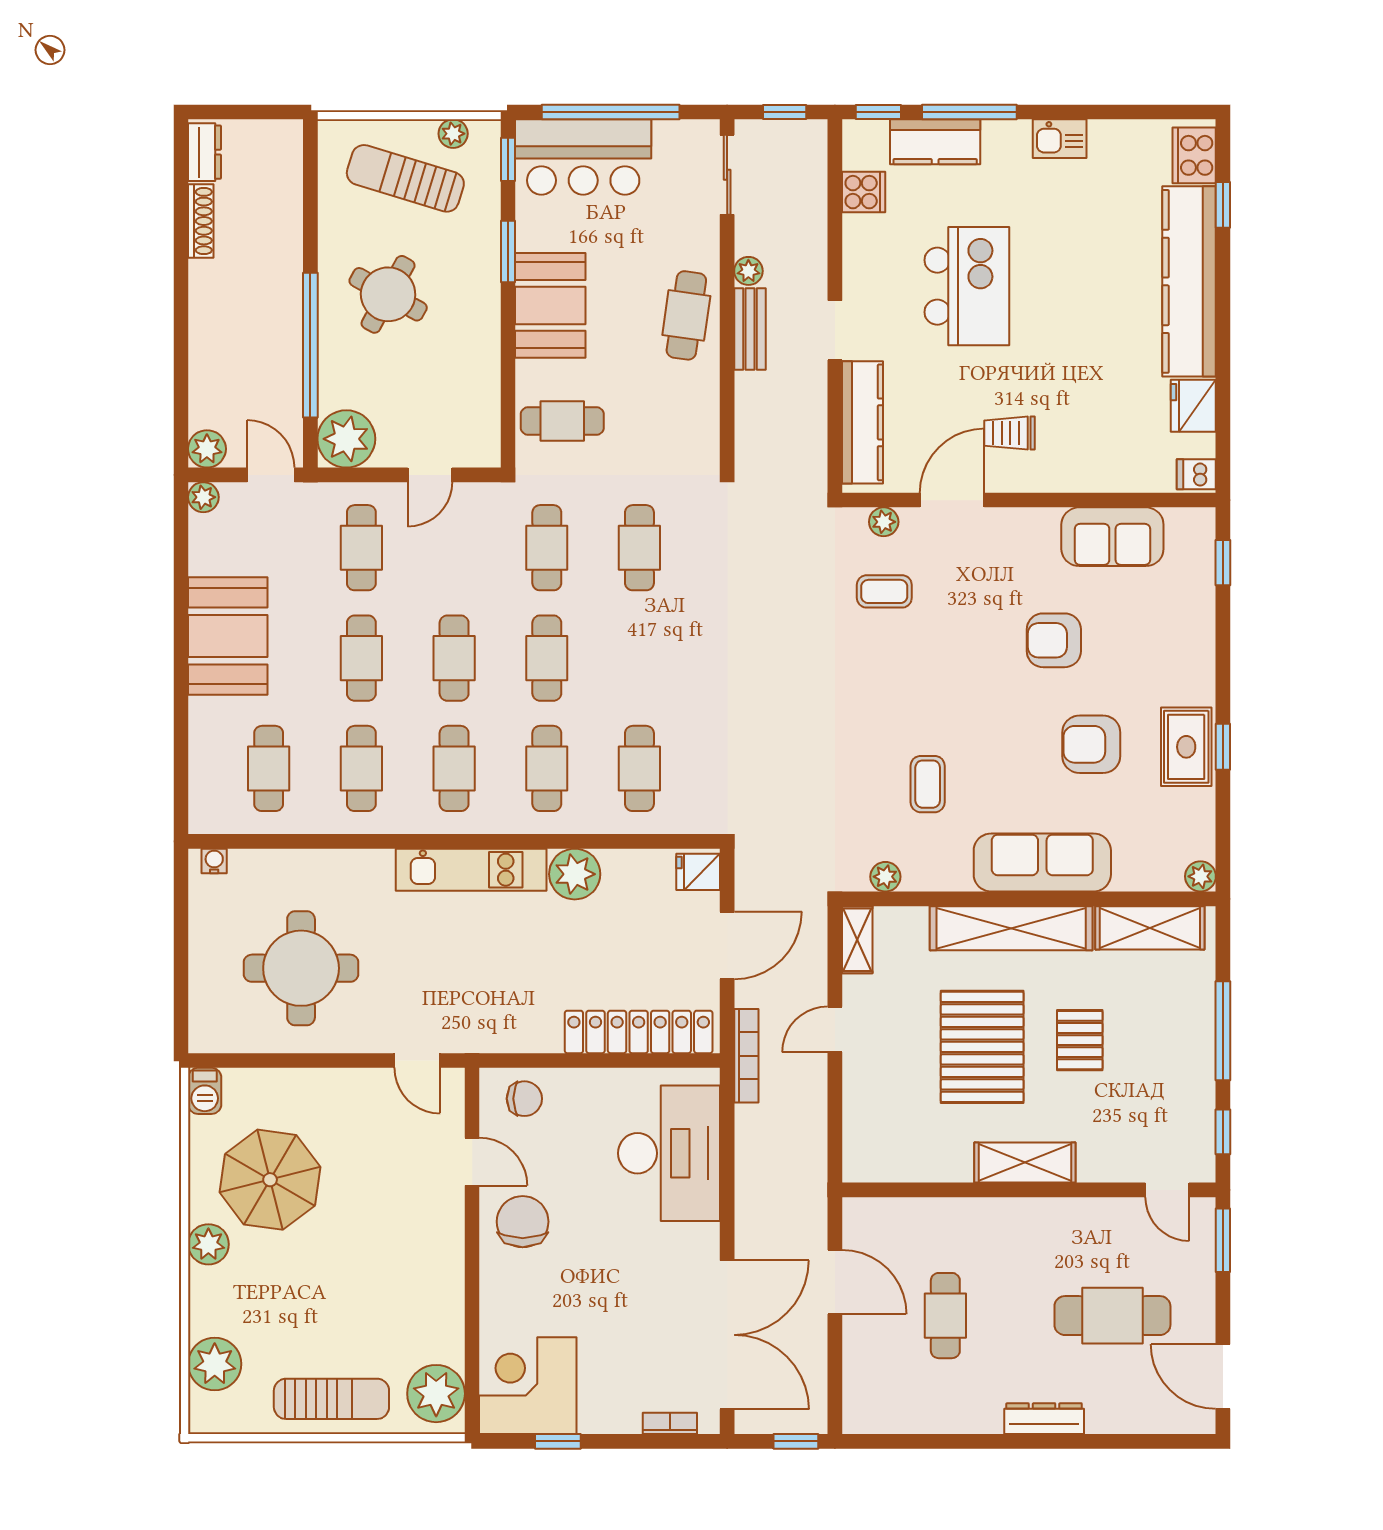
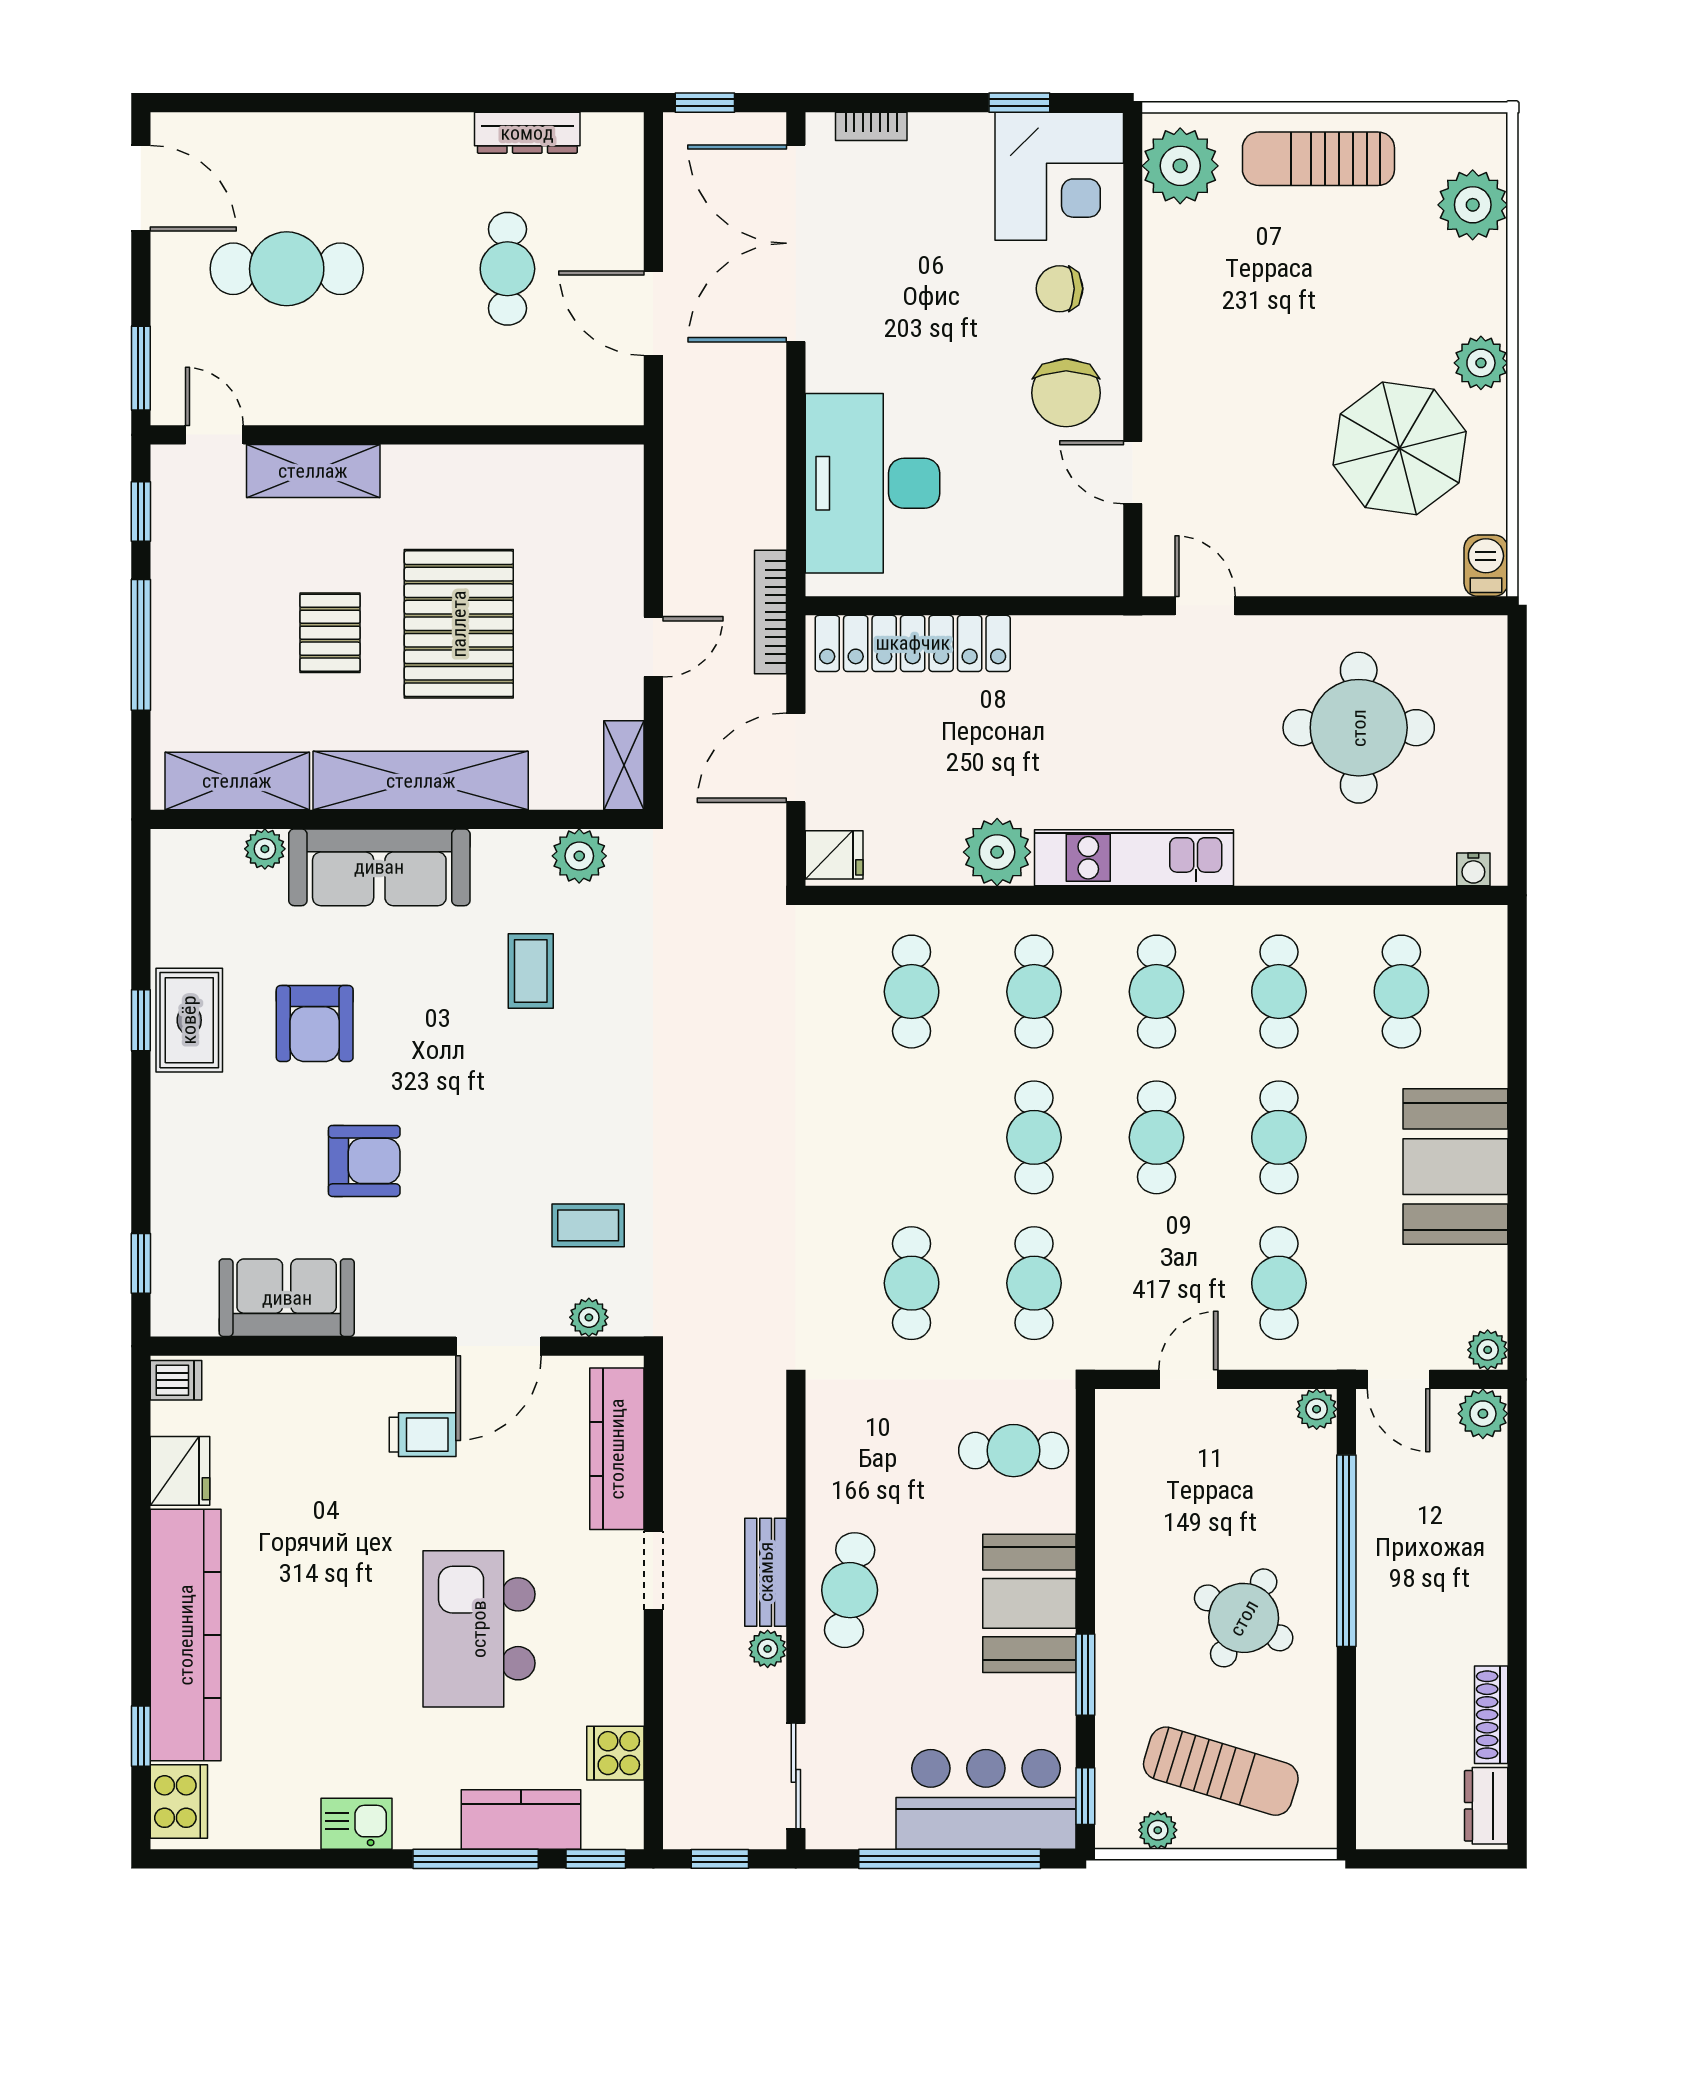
plant: (346, 439) -> (1317, 1409), width x0.53, depth x0.53
armchair: (1091, 744) -> (315, 1023), turned 90
plant: (1200, 876) -> (265, 849), moved
plant: (885, 877) -> (579, 856), width x1.38, depth x1.38
chair: (524, 1099) -> (1060, 289), moved
shelving: (1025, 1162) -> (313, 471), moved
dresser: (1044, 1419) -> (527, 133), moved

